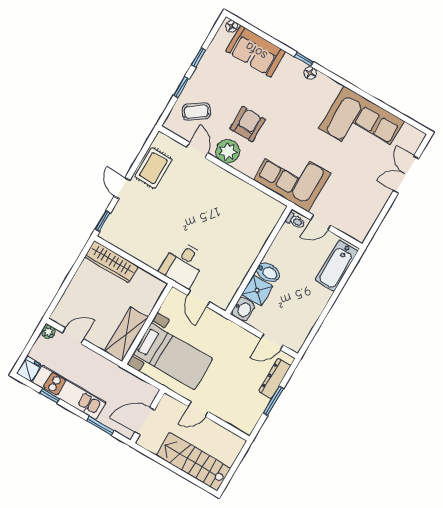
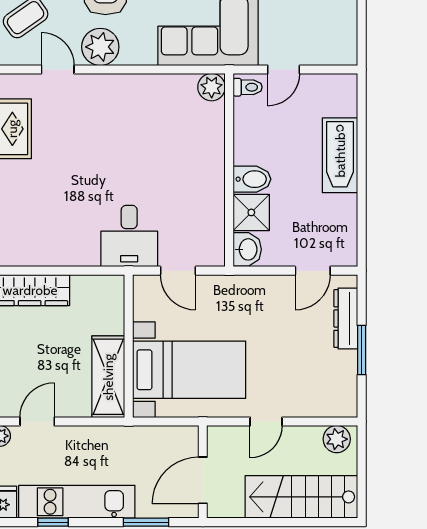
plant: (276, 209) -> (212, 87), added
bathtub: (337, 266) -> (340, 155), moved
plant: (231, 441) -> (337, 439), added

